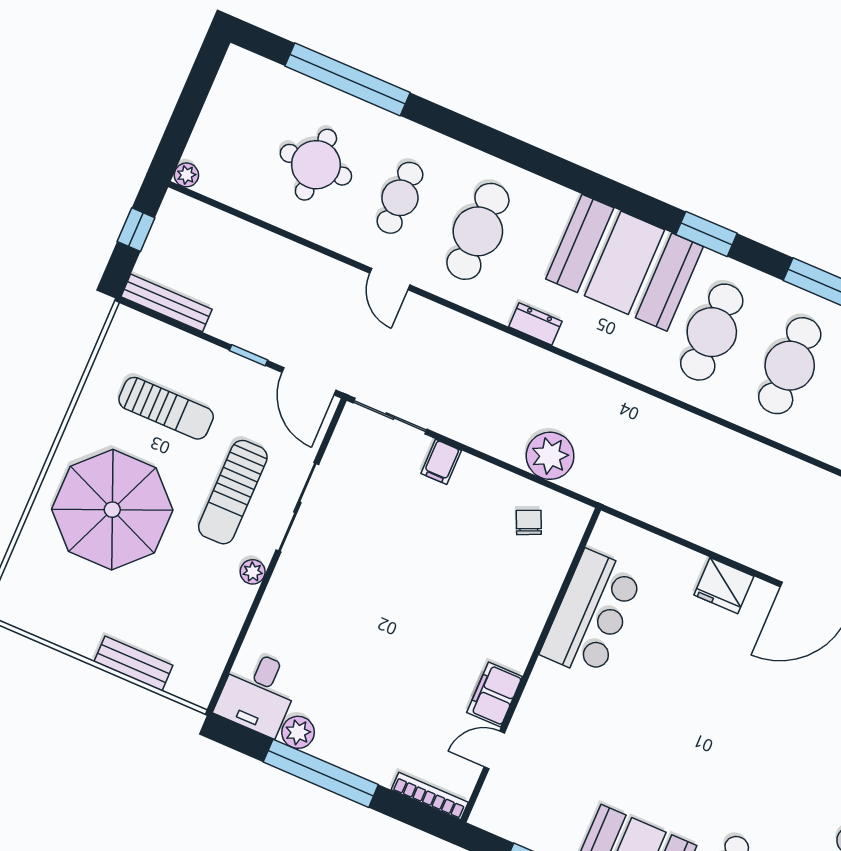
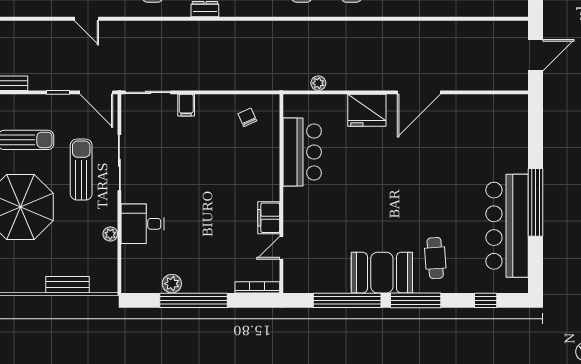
door: (390, 279) -> (87, 19), moved
plant: (550, 456) -> (318, 83), moved, width x0.53, depth x0.53
sun lounger: (233, 492) -> (81, 170), turned 180
plant: (253, 572) -> (110, 234), moved
fridge: (724, 586) -> (367, 110), width x1.36, depth x1.34
desk: (258, 693) -> (143, 224), moved, turned 90

